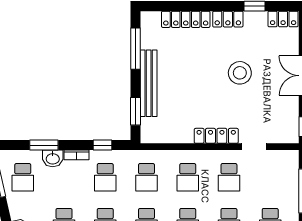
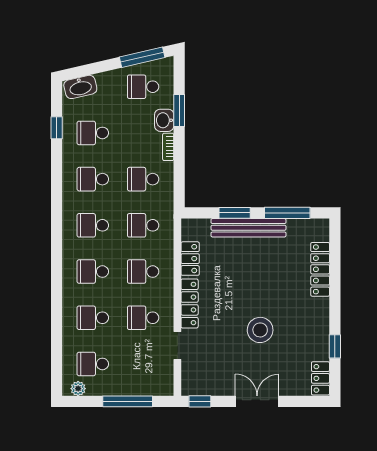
locker: (228, 19) -> (190, 259), moved, turned 180
window: (135, 111) -> (235, 213), moved
window: (103, 145) -> (179, 176), removed

